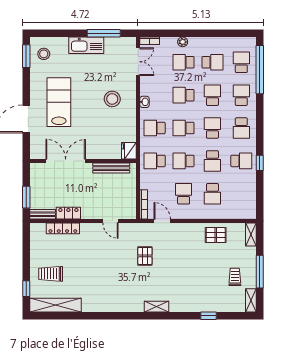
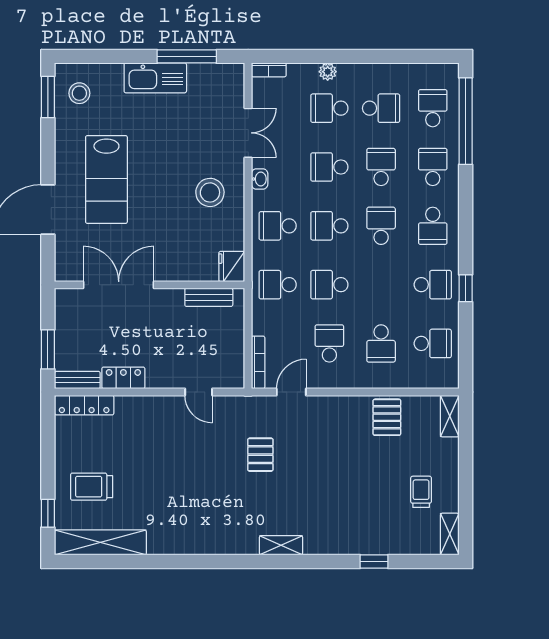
double door: (138, 62) -> (248, 133), moved
stool: (112, 99) -> (210, 192), moved
lab bench: (59, 102) -> (106, 179), turned 180
school desk: (212, 161) -> (433, 343), moved, turned -90
bench: (111, 168) -> (209, 297), width x0.73
door: (162, 221) -> (291, 392), hinge flipped
locker: (63, 228) -> (84, 405), moved
pallet: (216, 235) -> (387, 417), turned 90
window: (260, 272) -> (466, 483), removed

